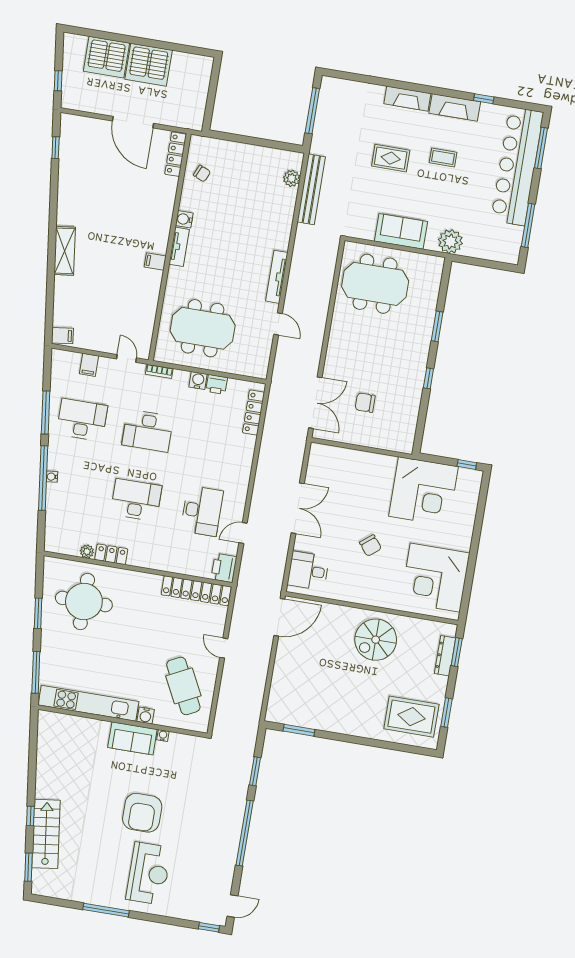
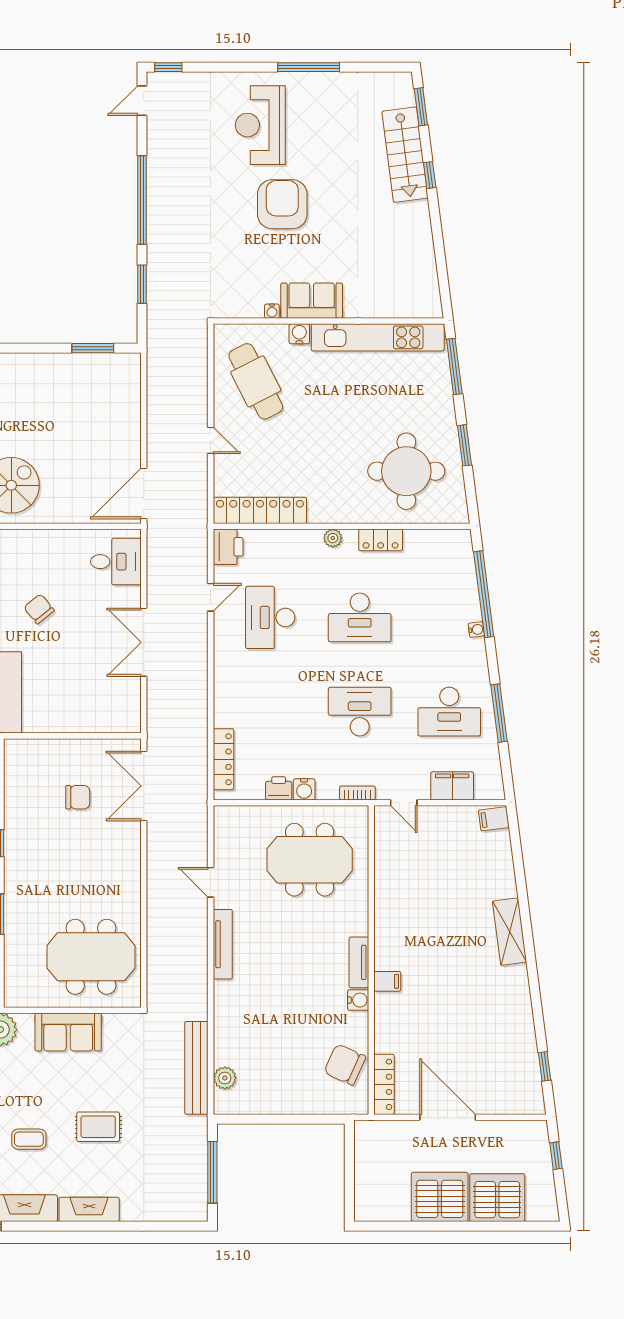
chair: (202, 174) -> (345, 1065), width x1.87, depth x1.87
filing cabinet: (155, 261) -> (387, 981), moved
filing cabinet: (89, 365) -> (452, 786), width x2.00
window: (43, 478) -> (484, 594), moved
plant: (87, 552) -> (333, 538), moved

